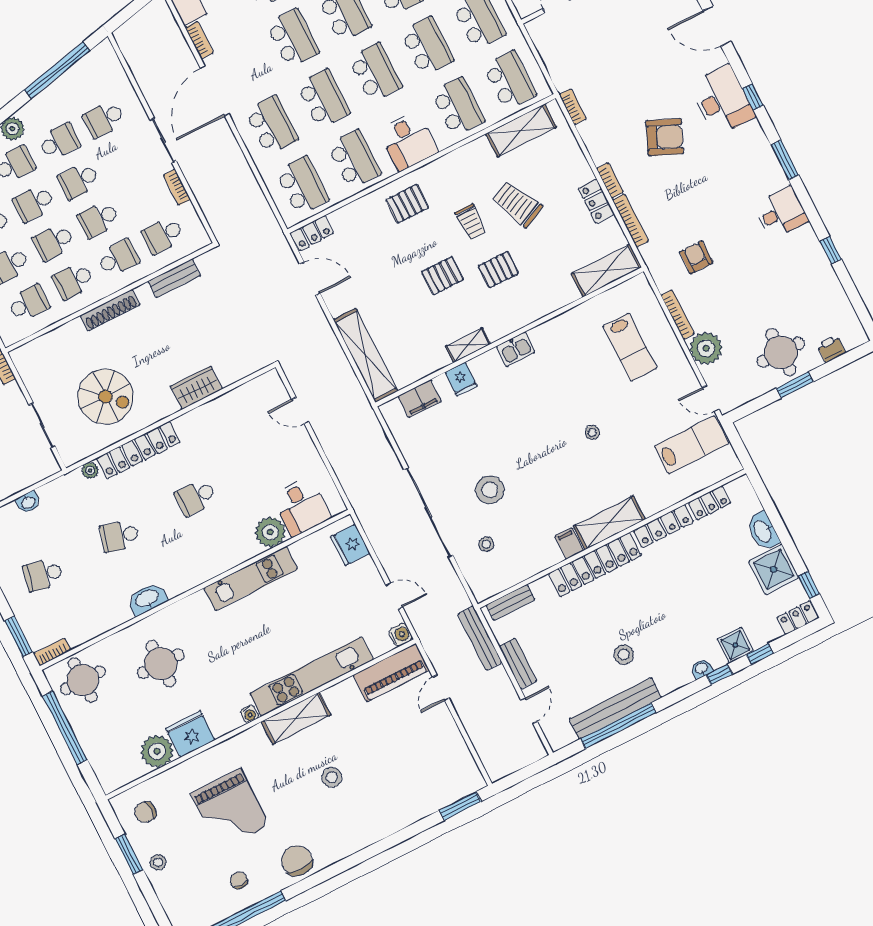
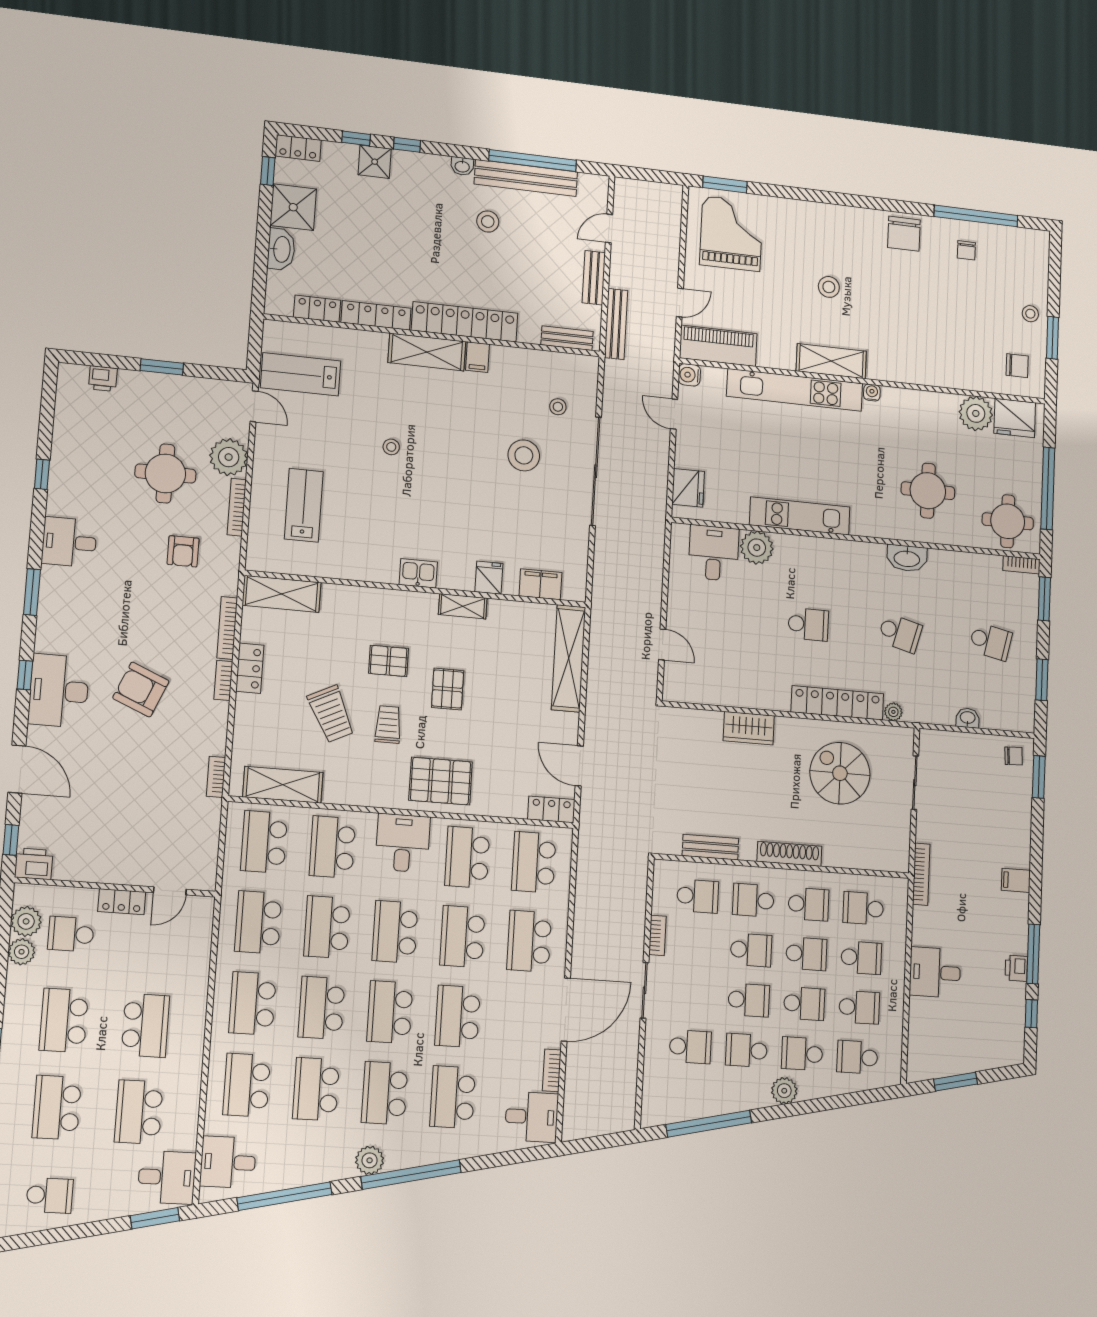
pallet: (407, 204) -> (441, 781), width x1.50, depth x1.42
pallet: (442, 276) -> (448, 689), turned 90
round table: (781, 352) -> (165, 474), moved
washbasin: (702, 669) -> (462, 166), moved
fridge: (190, 734) -> (1015, 418), moved
grand piano: (230, 810) -> (731, 234), moved

